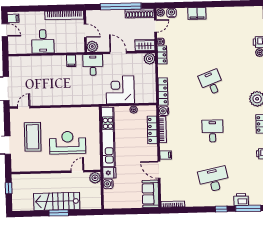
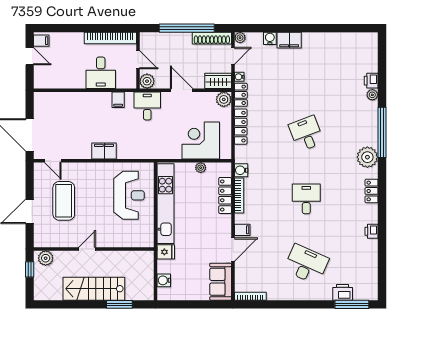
water cooler: (171, 13) -> (270, 38), moved
desk: (43, 41) -> (101, 73), moved
corner desk: (120, 90) -> (201, 141), moved
locker: (163, 92) -> (241, 127), moved
filing cabinet: (62, 99) -> (104, 151), added
door: (24, 107) -> (53, 161), swing flipped
reception desk: (68, 143) -> (129, 195), moved, turned 90
door: (159, 170) -> (233, 250), swing flipped
door: (77, 171) -> (87, 249), moved
plant: (95, 178) -> (46, 258), moved
desk: (214, 179) -> (306, 264), turned 36
water cooler: (108, 184) -> (164, 280), moved
window: (221, 209) -> (315, 304), removed
window: (59, 213) -> (119, 304), moved

